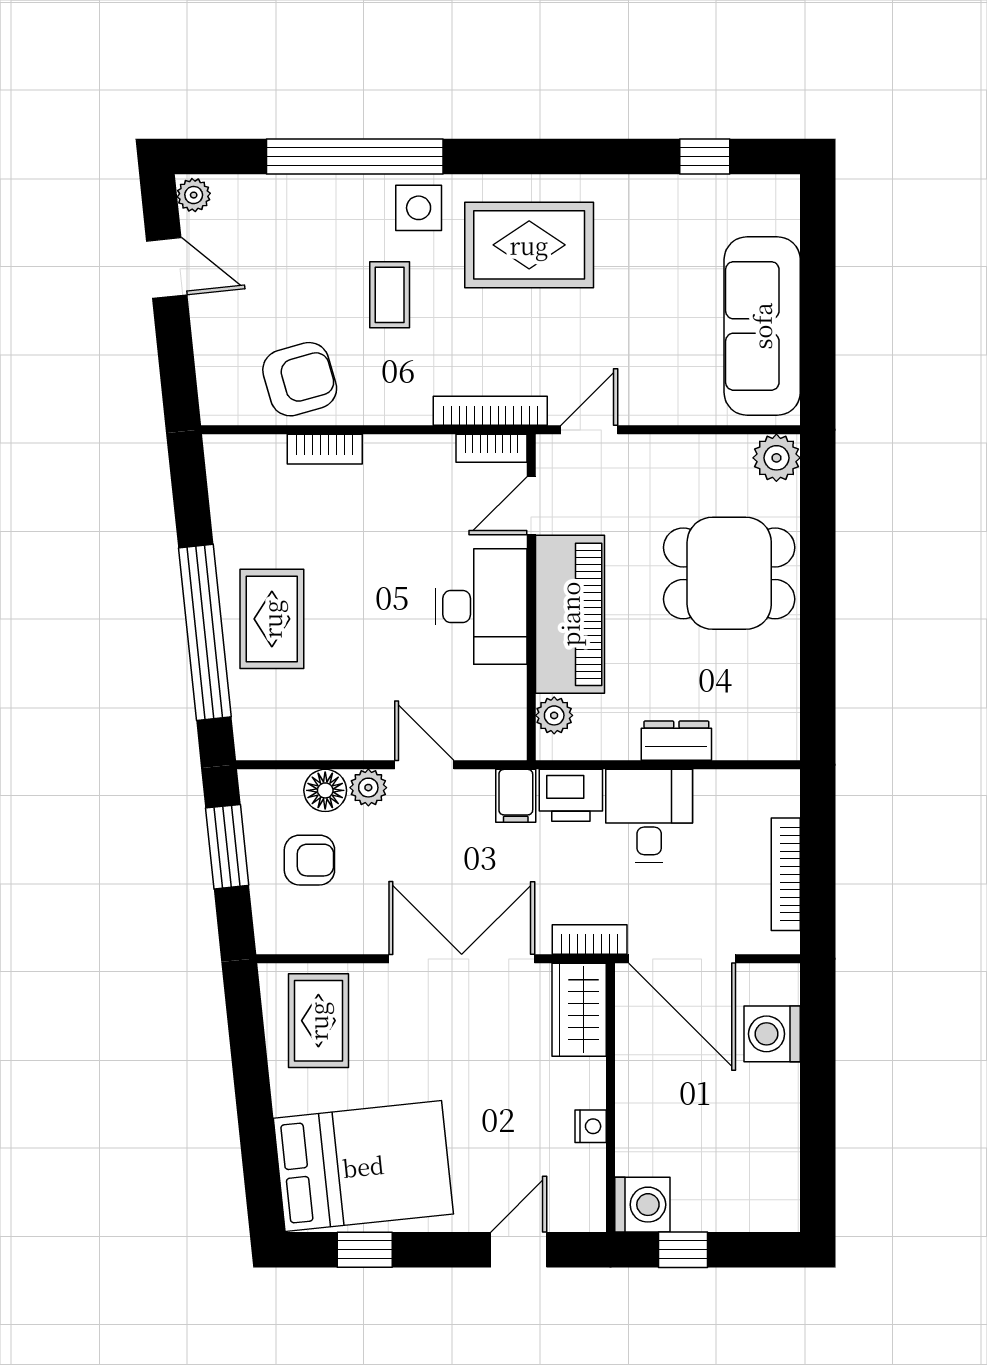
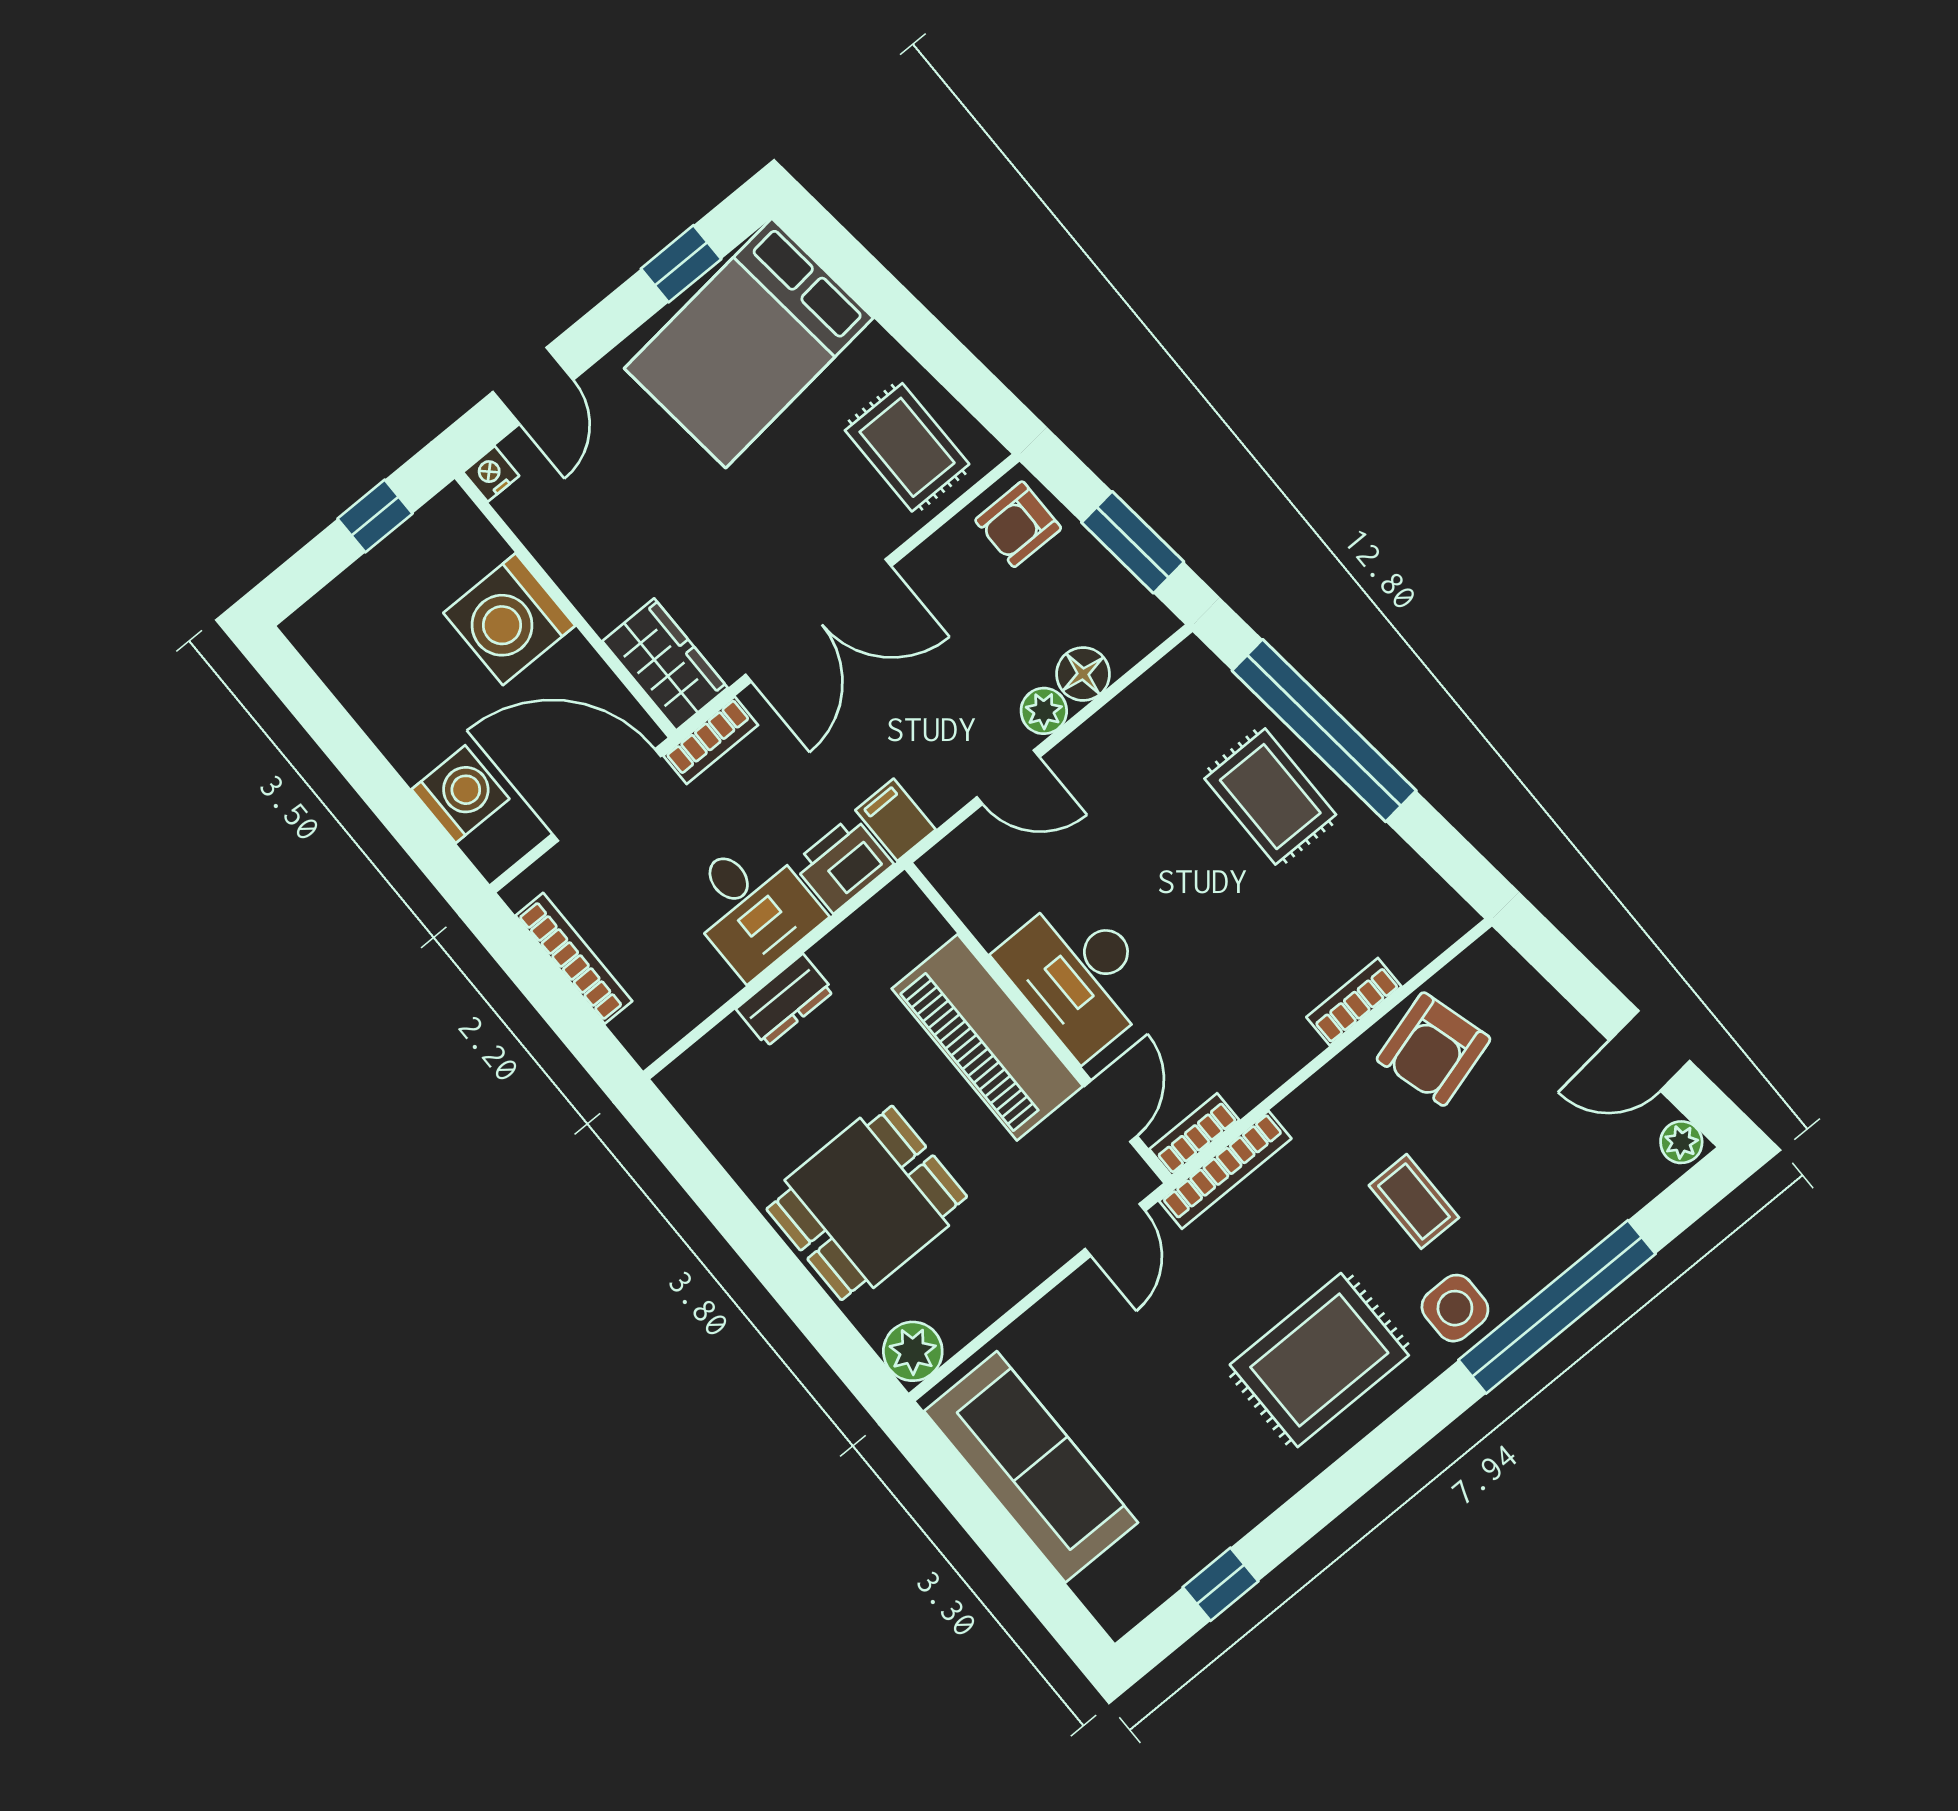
plant: (554, 715) -> (922, 927), removed
armchair: (309, 860) -> (1018, 524), moved
nightstand: (591, 1126) -> (491, 474), moved, turned 90
washing machine: (642, 1205) -> (509, 619), moved, width x1.37, depth x1.37

